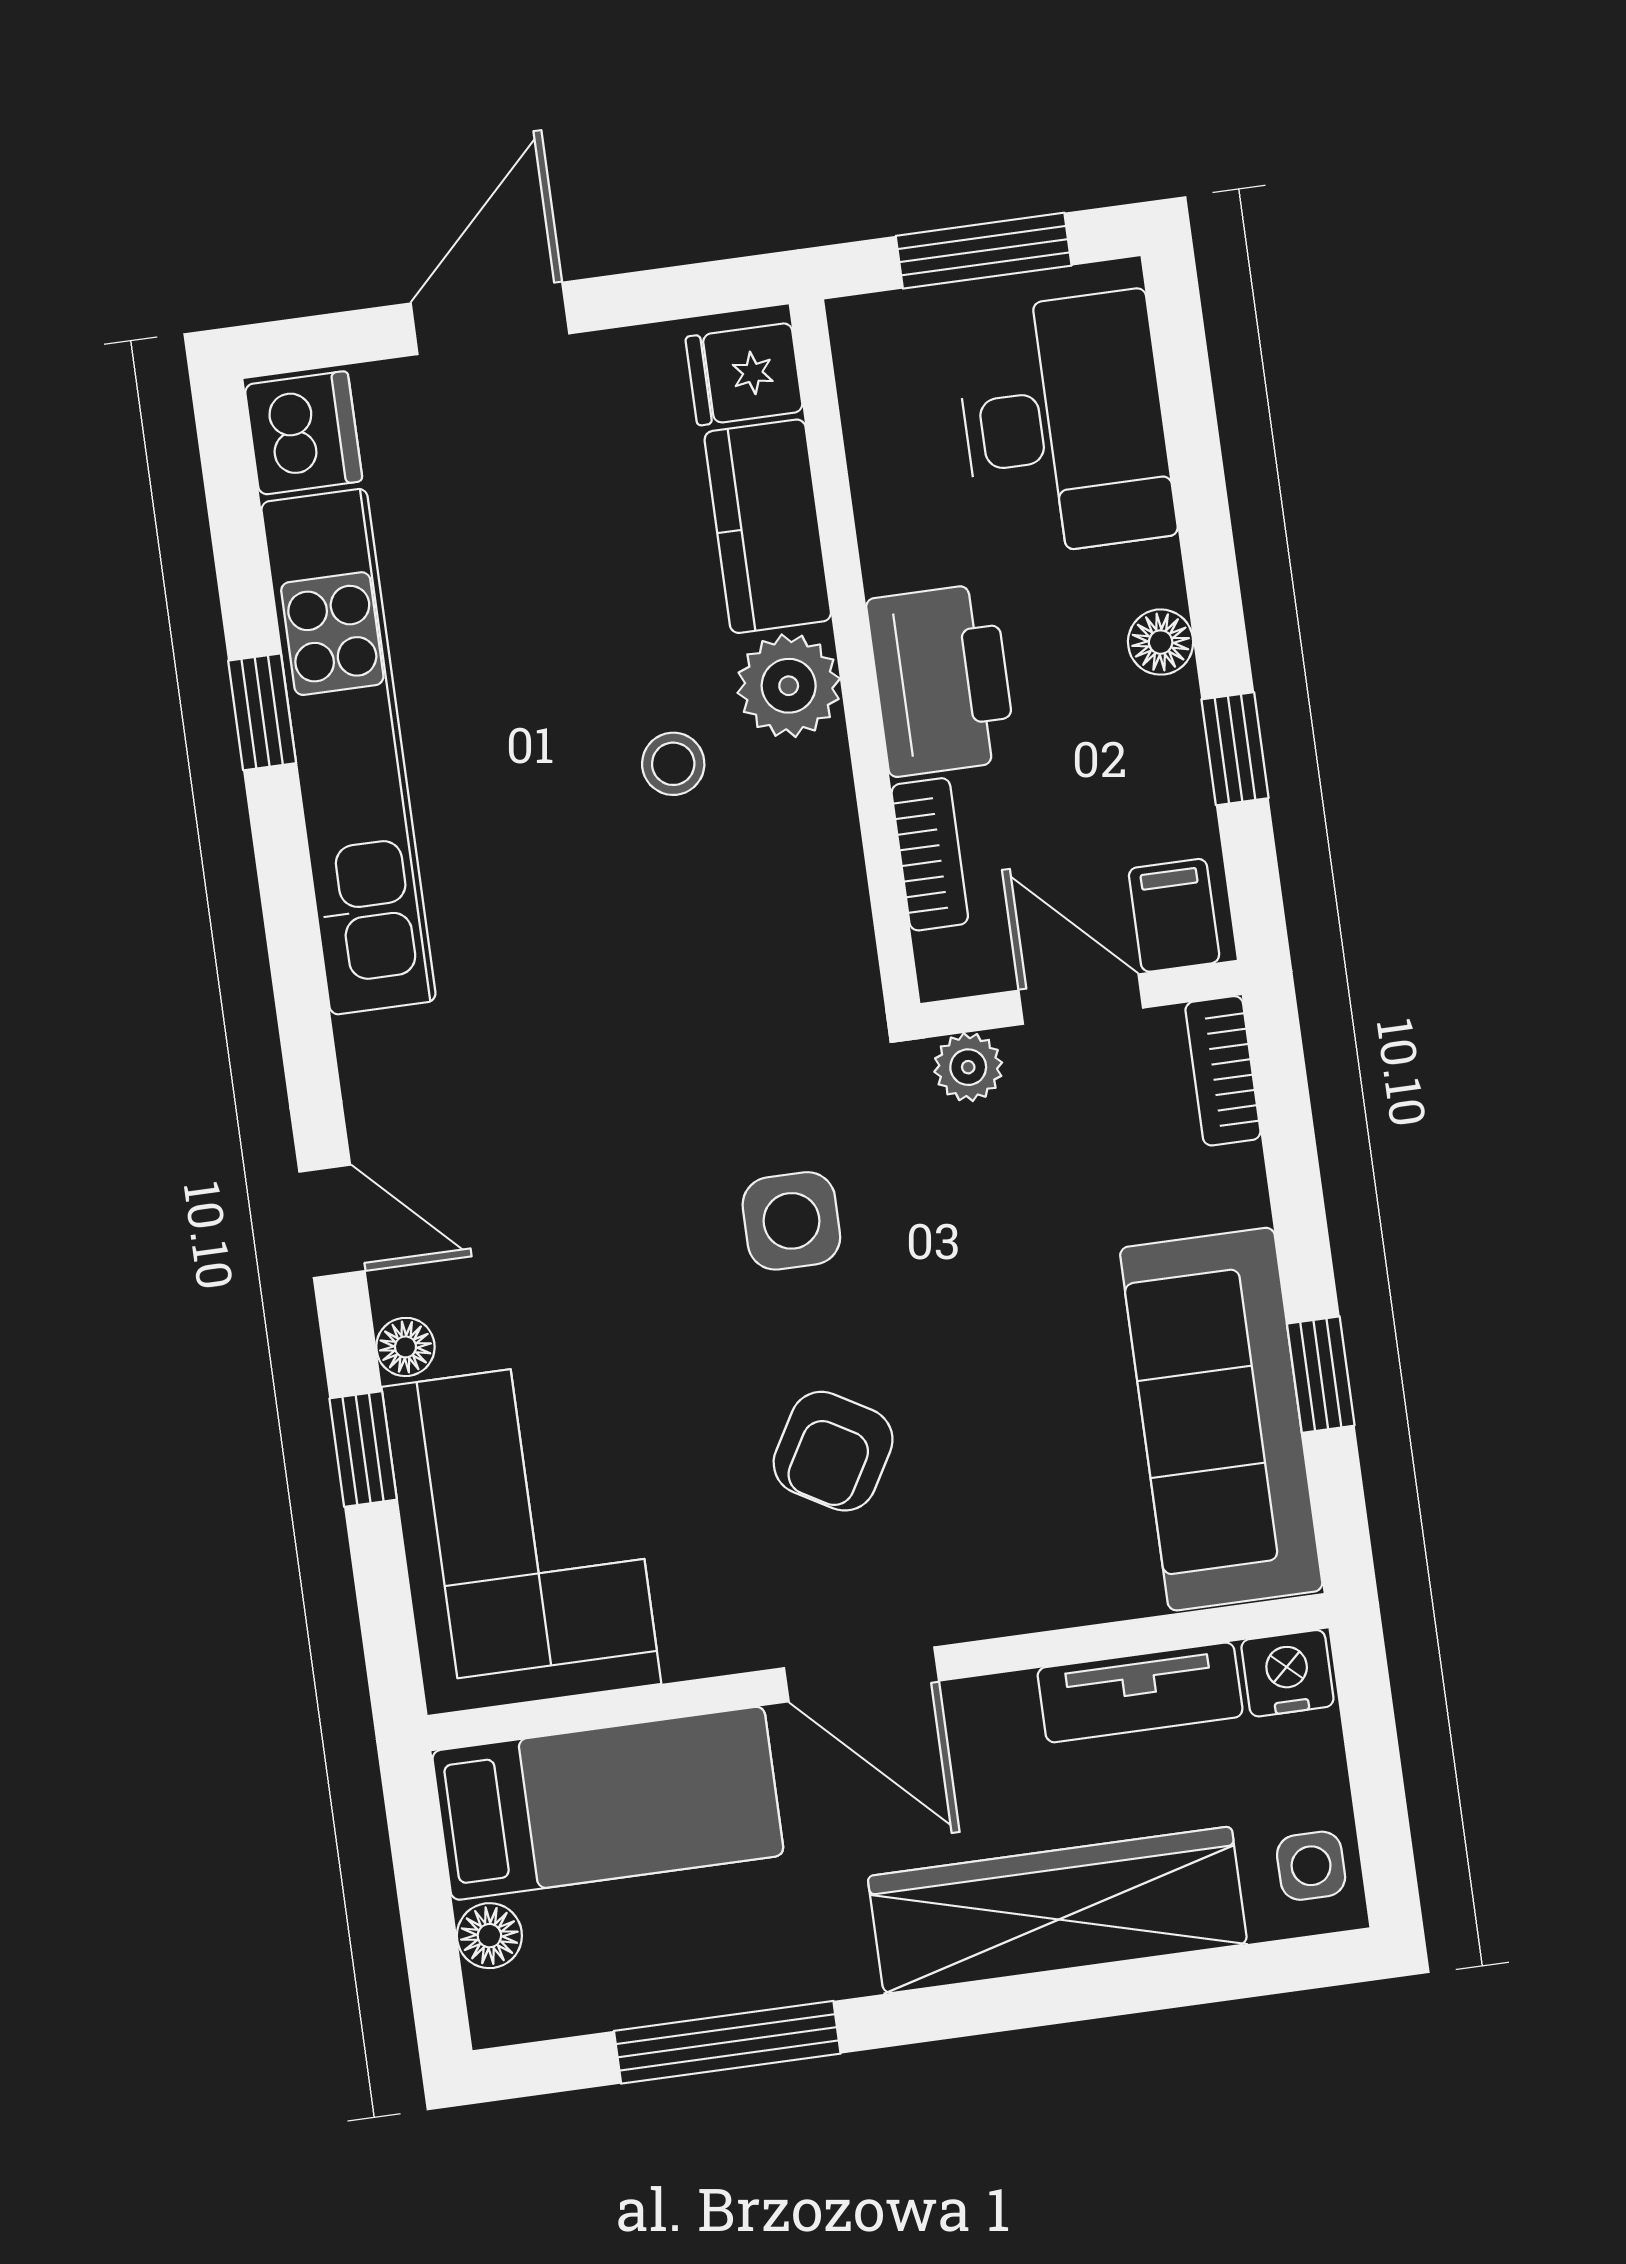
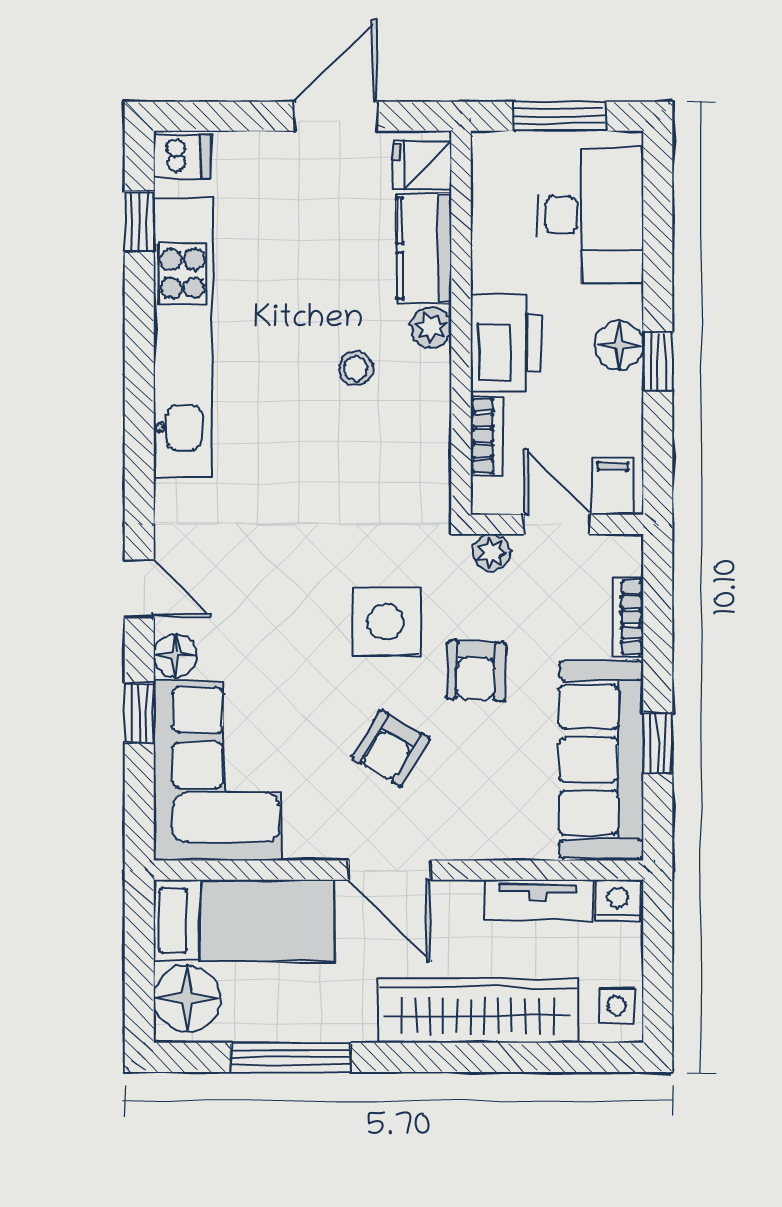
door: (490, 318) -> (336, 116), moved
dishwasher: (303, 433) -> (182, 156), width x0.73
floor lamp: (1161, 642) -> (619, 345), width x1.37, depth x1.37
plant: (789, 686) -> (431, 327), width x0.73, depth x0.73
window: (262, 712) -> (139, 222), moved
window: (1235, 749) -> (658, 361), moved
bookcase: (1223, 1071) -> (628, 617), moved
side table: (791, 1221) -> (385, 622), width x1.37, depth x1.37
armchair: (969, 1287) -> (476, 671), added
floor lamp: (405, 1347) -> (175, 655), width x1.37, depth x1.37
floor lamp: (489, 1936) -> (187, 998), width x1.89, depth x1.89

